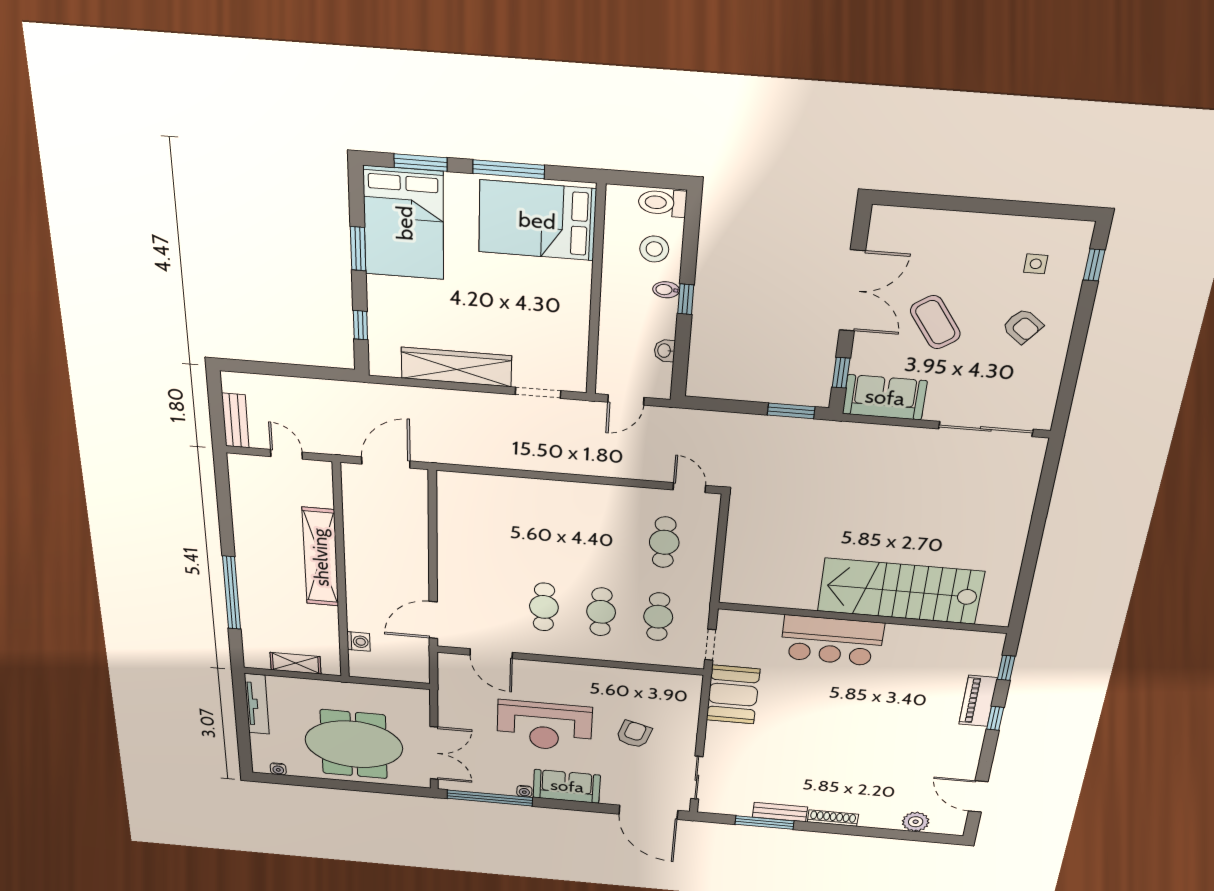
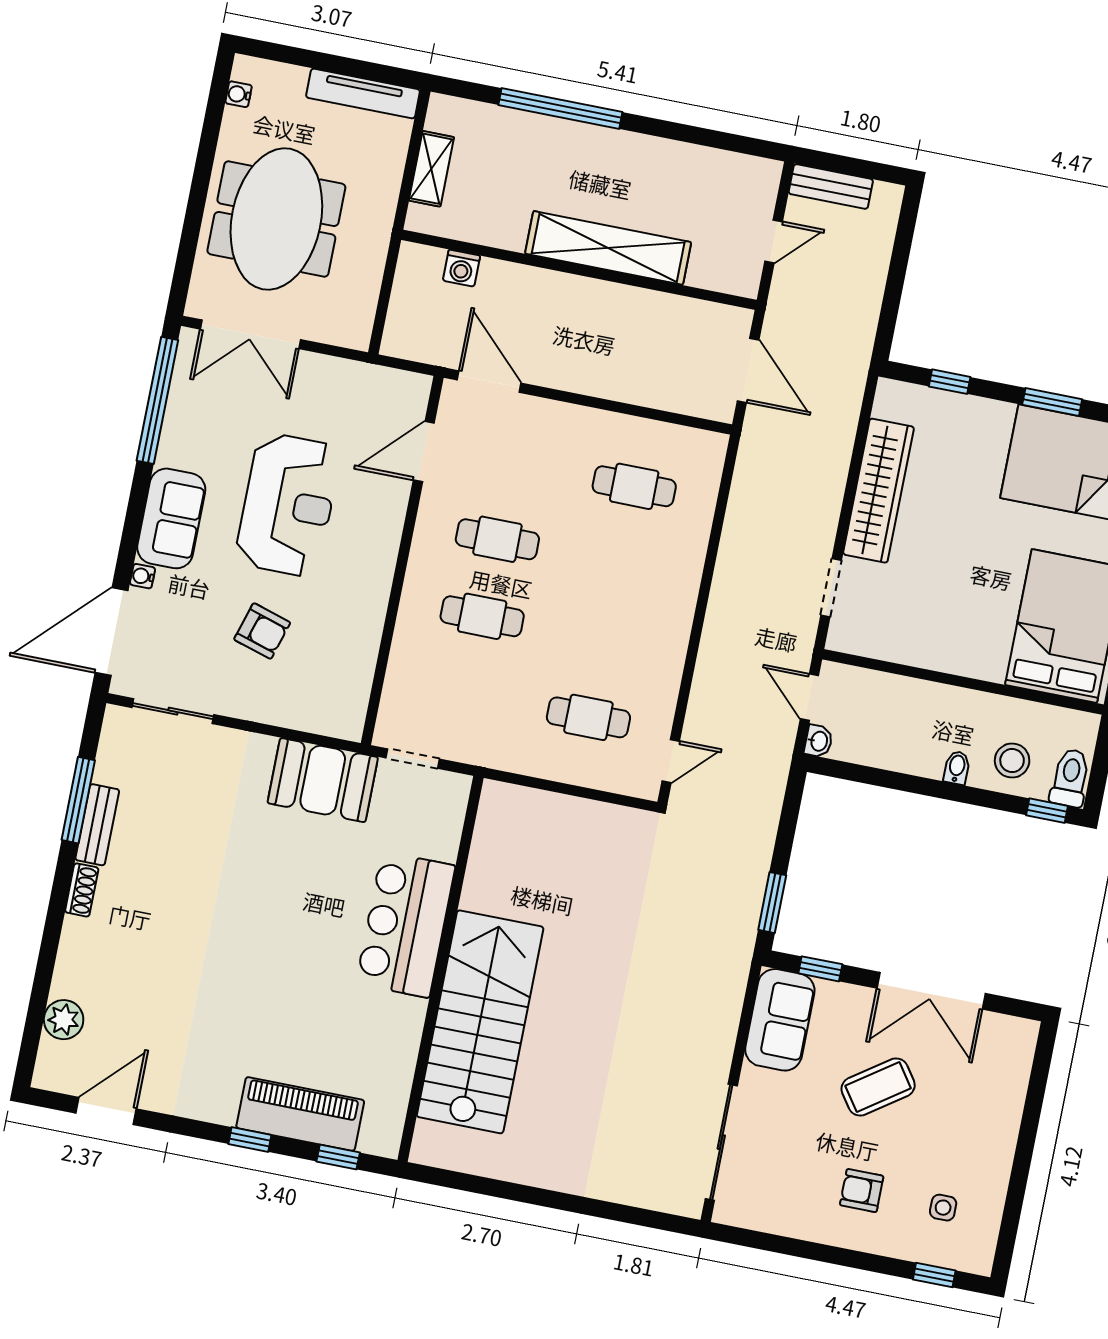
window: (686, 299) -> (1047, 811), moved
armchair: (1023, 326) -> (862, 1191), turned 52
washbasin: (665, 351) -> (819, 741), moved, turned 90
cafe table: (658, 617) -> (634, 486), moved
piano: (978, 701) -> (300, 1114), width x1.37, depth x1.33
reception desk: (544, 726) -> (288, 505), turned 180
water cooler: (524, 791) -> (143, 576), moved
shoe rack: (833, 818) -> (82, 890), width x0.70

